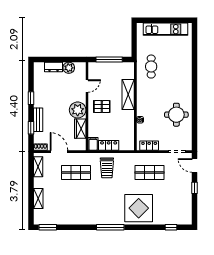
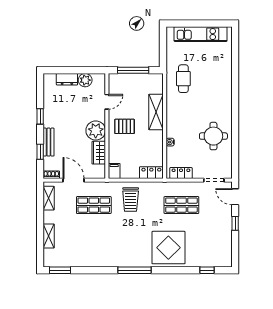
locker: (109, 145) -> (151, 173), moved

